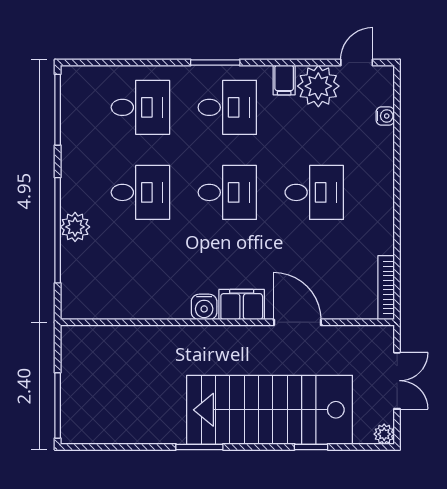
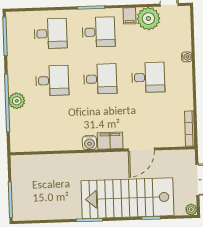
water cooler: (385, 116) -> (187, 57), moved
door: (297, 322) -> (141, 149), swing flipped

